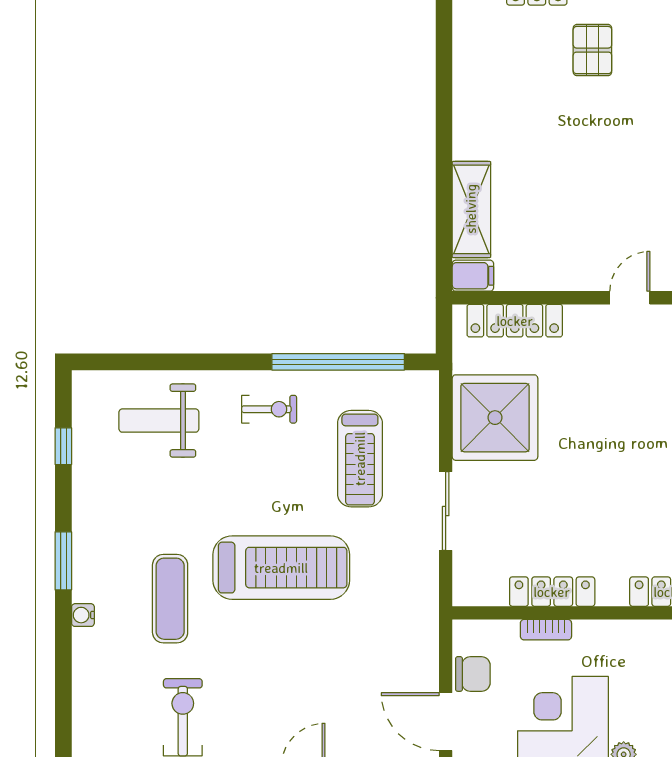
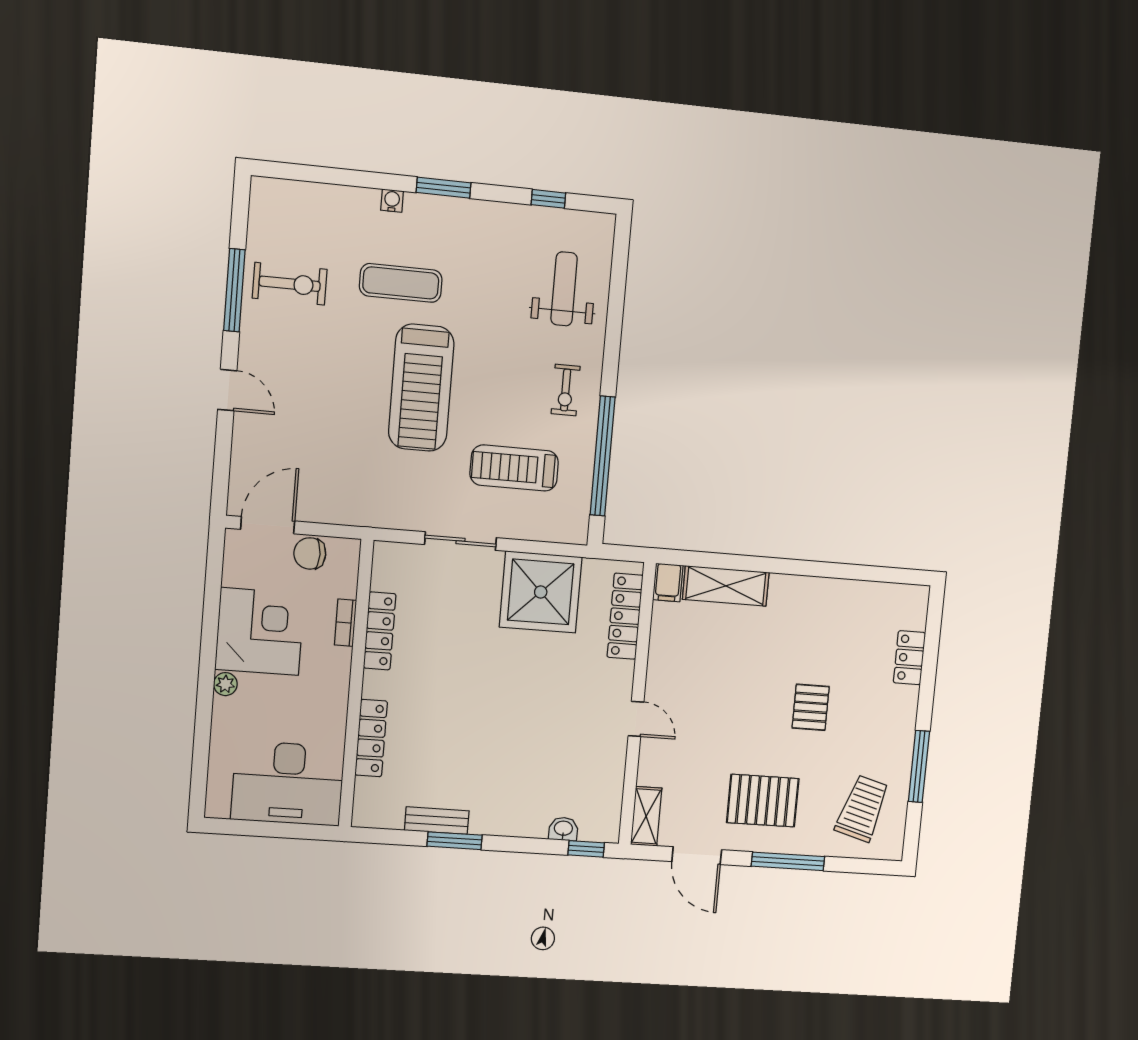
pallet: (592, 50) -> (811, 707), moved, turned 90
chair: (473, 674) -> (310, 553), turned 90

